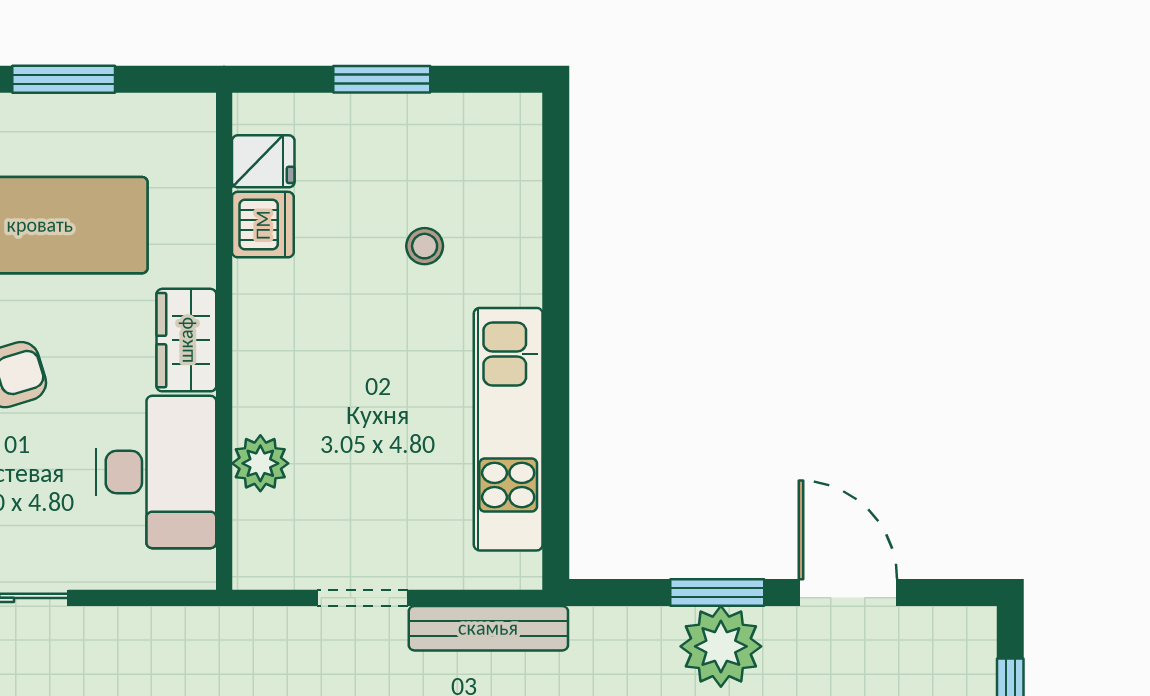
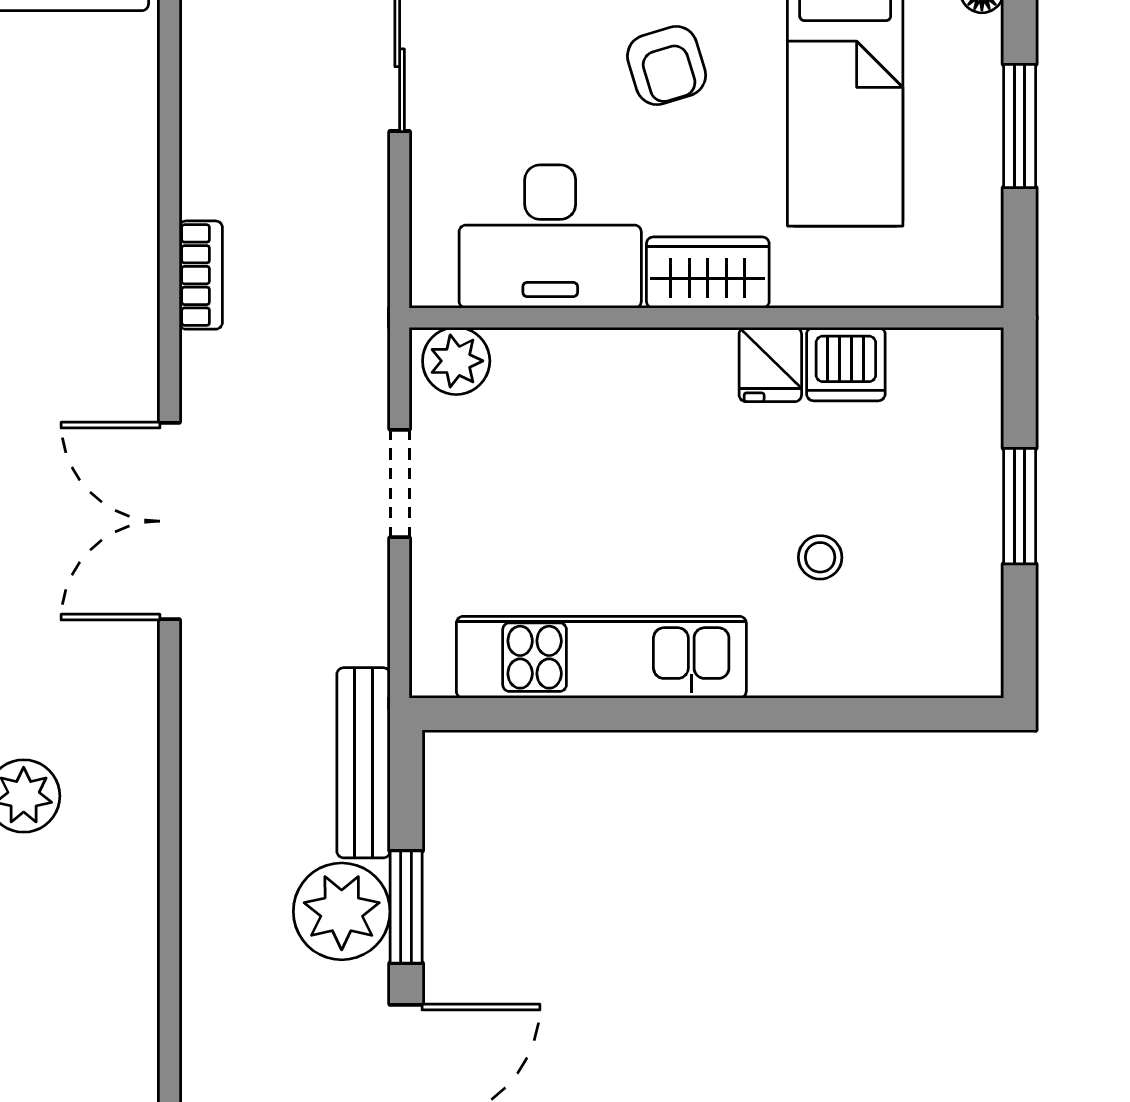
fridge: (263, 161) -> (770, 365), moved
plant: (260, 463) -> (456, 361), moved
bench: (488, 628) -> (363, 763), moved

